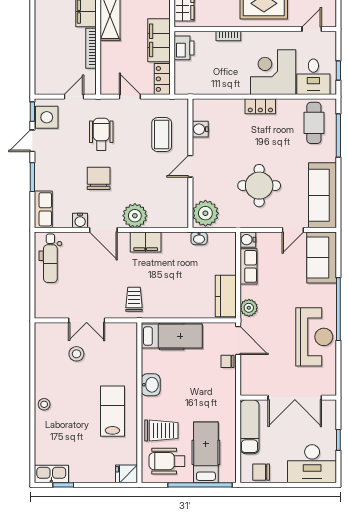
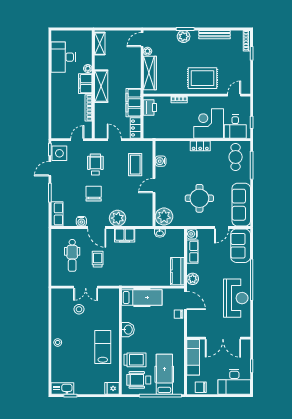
dental chair: (50, 258) -> (72, 255), moved
trolley: (134, 299) -> (98, 259), moved

